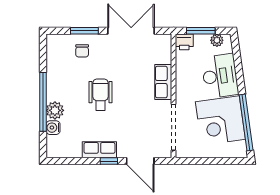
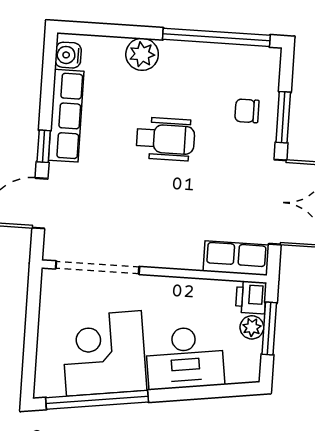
plant: (217, 40) -> (252, 327), moved
row of seats: (163, 82) -> (236, 258), moved
window: (43, 102) -> (216, 37), moved
water cooler: (53, 128) -> (68, 55), moved, turned -90
row of seats: (99, 150) -> (66, 116), width x1.48

